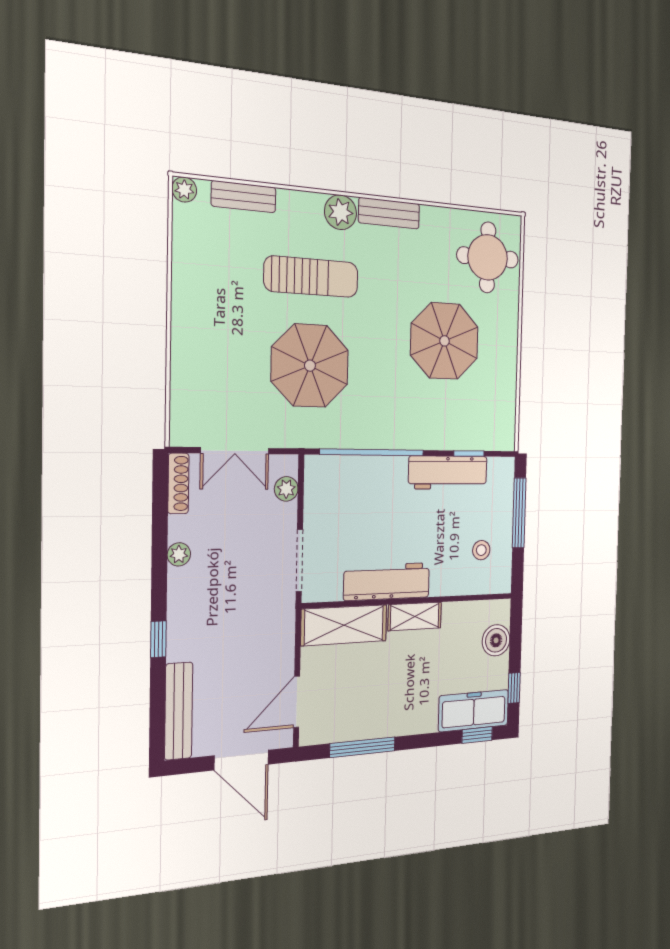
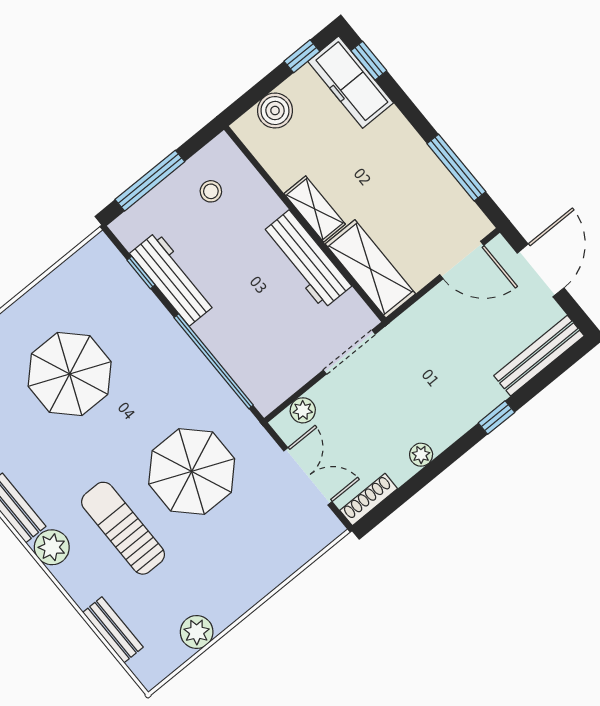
plant: (184, 190) -> (197, 632), moved, width x1.38, depth x1.38

